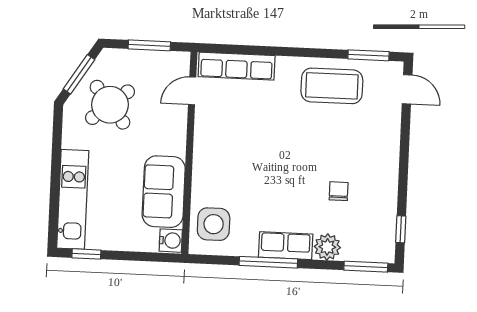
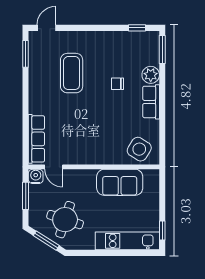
coffee table: (332, 86) -> (72, 73), moved
round table: (110, 105) -> (65, 220), turned -33
chair: (339, 191) -> (117, 84), moved
side table: (214, 224) -> (139, 149), turned 32
water cooler: (171, 241) -> (36, 176), moved
window: (268, 262) -> (162, 113), removed

